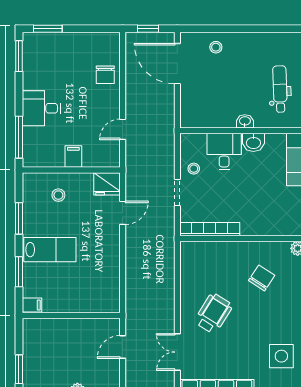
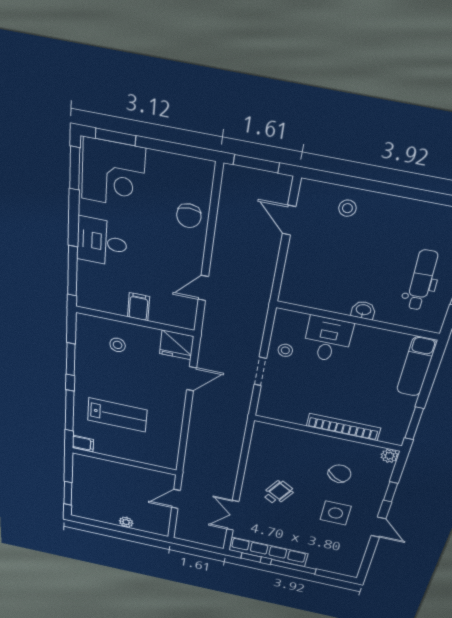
window: (148, 29) -> (256, 164), width x1.50
corner desk: (47, 55) -> (113, 174), added
door: (177, 64) -> (289, 220), width x0.53
washbasin: (253, 142) -> (368, 337), removed
bookcase: (210, 229) -> (343, 427), moved
lab bench: (50, 250) -> (117, 415), moved
window: (19, 272) -> (70, 411), width x1.44
wheelchair: (213, 313) -> (278, 492), width x0.73, depth x0.73
side table: (281, 356) -> (336, 513), moved

